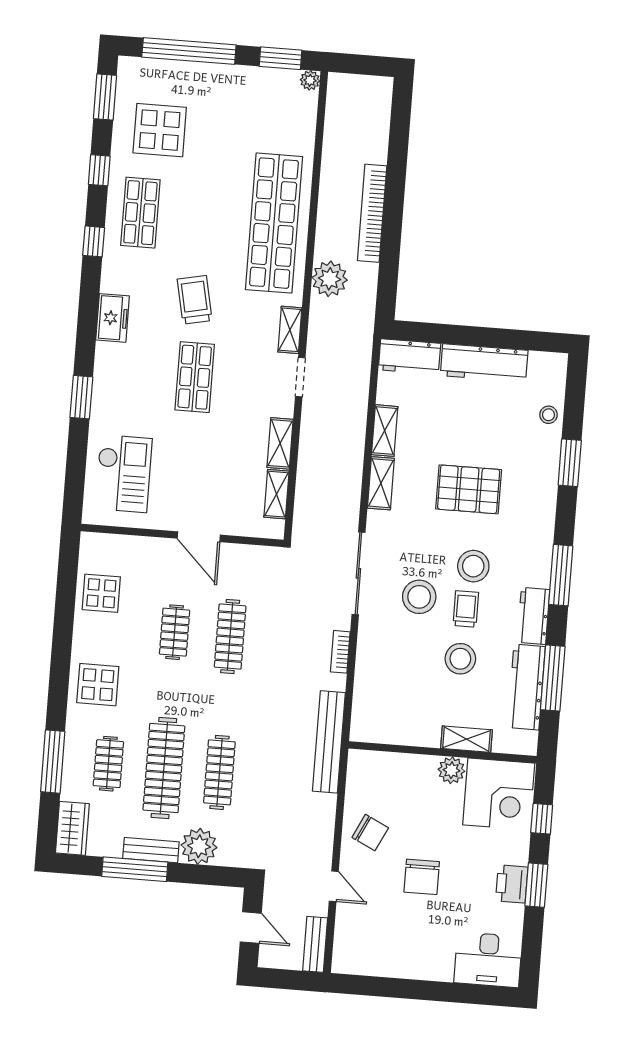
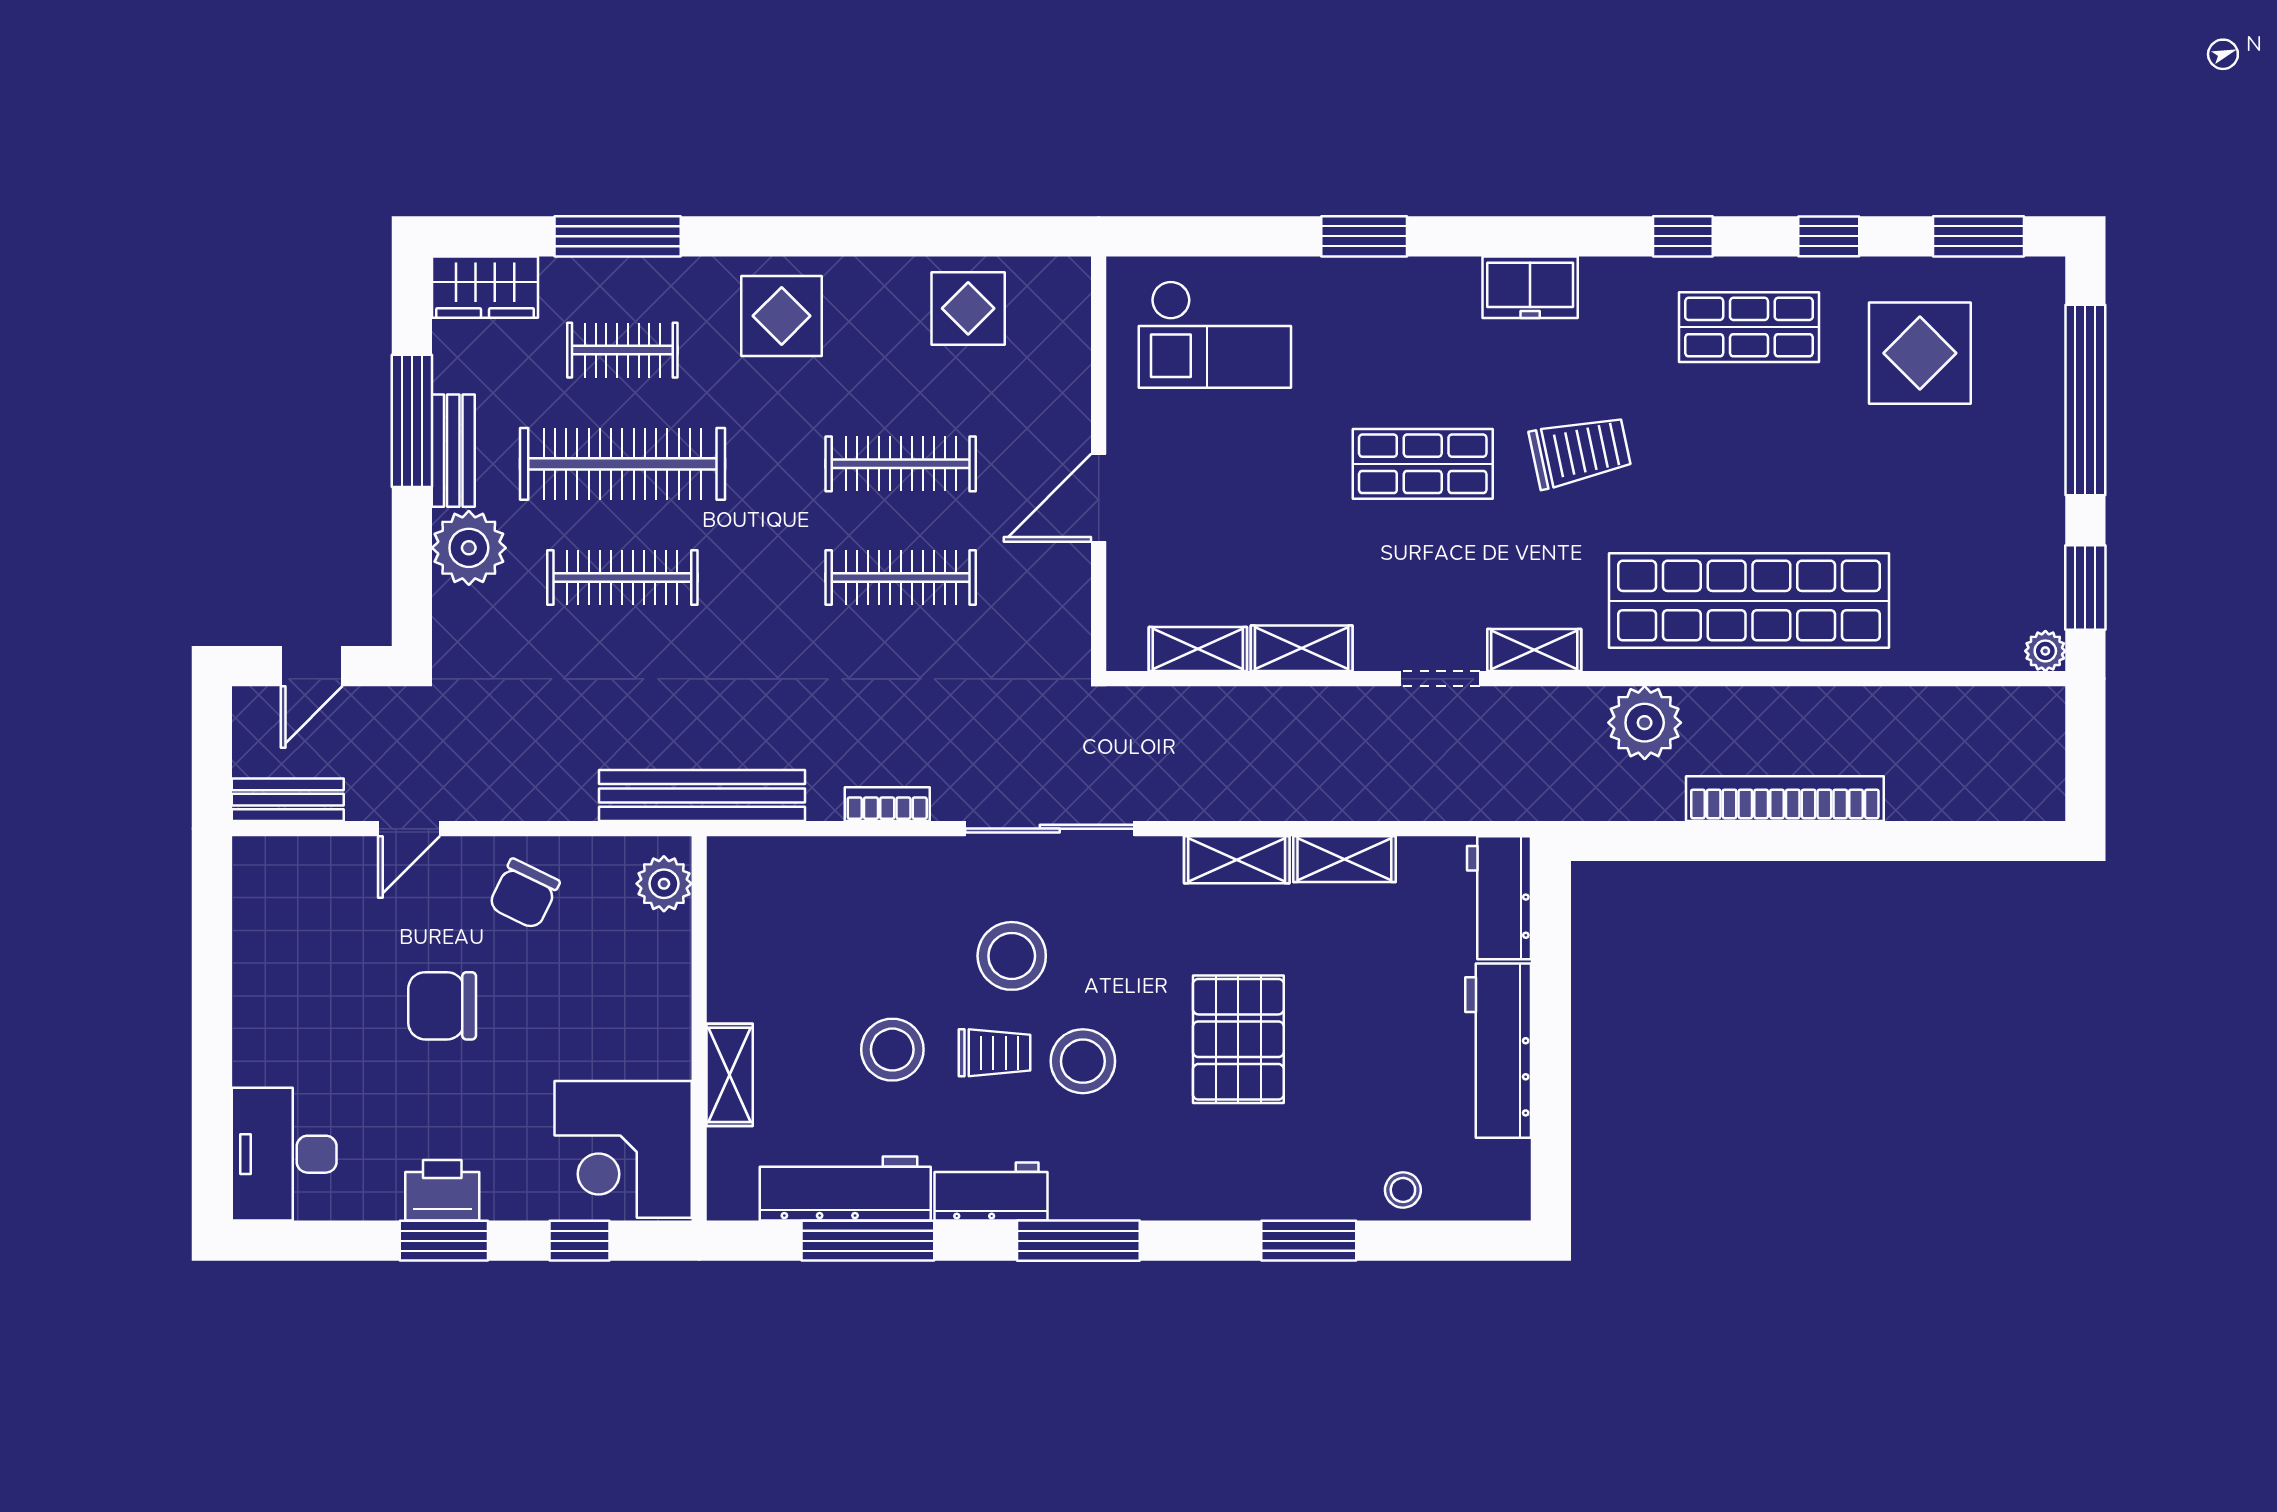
clothes rail: (175, 632) -> (901, 464), width x1.36
plant: (451, 770) -> (664, 884), moved

